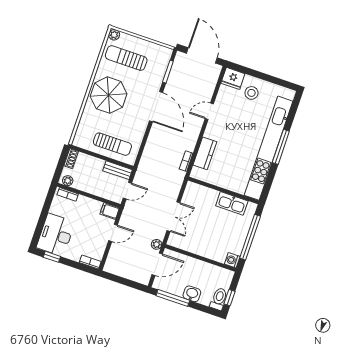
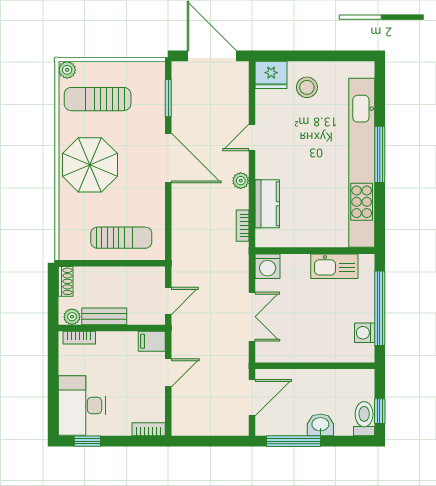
bench: (118, 170) -> (104, 316), moved
washing machine: (193, 190) -> (268, 266), added
plant: (157, 244) -> (241, 181), moved
washing machine: (232, 260) -> (365, 333), moved

